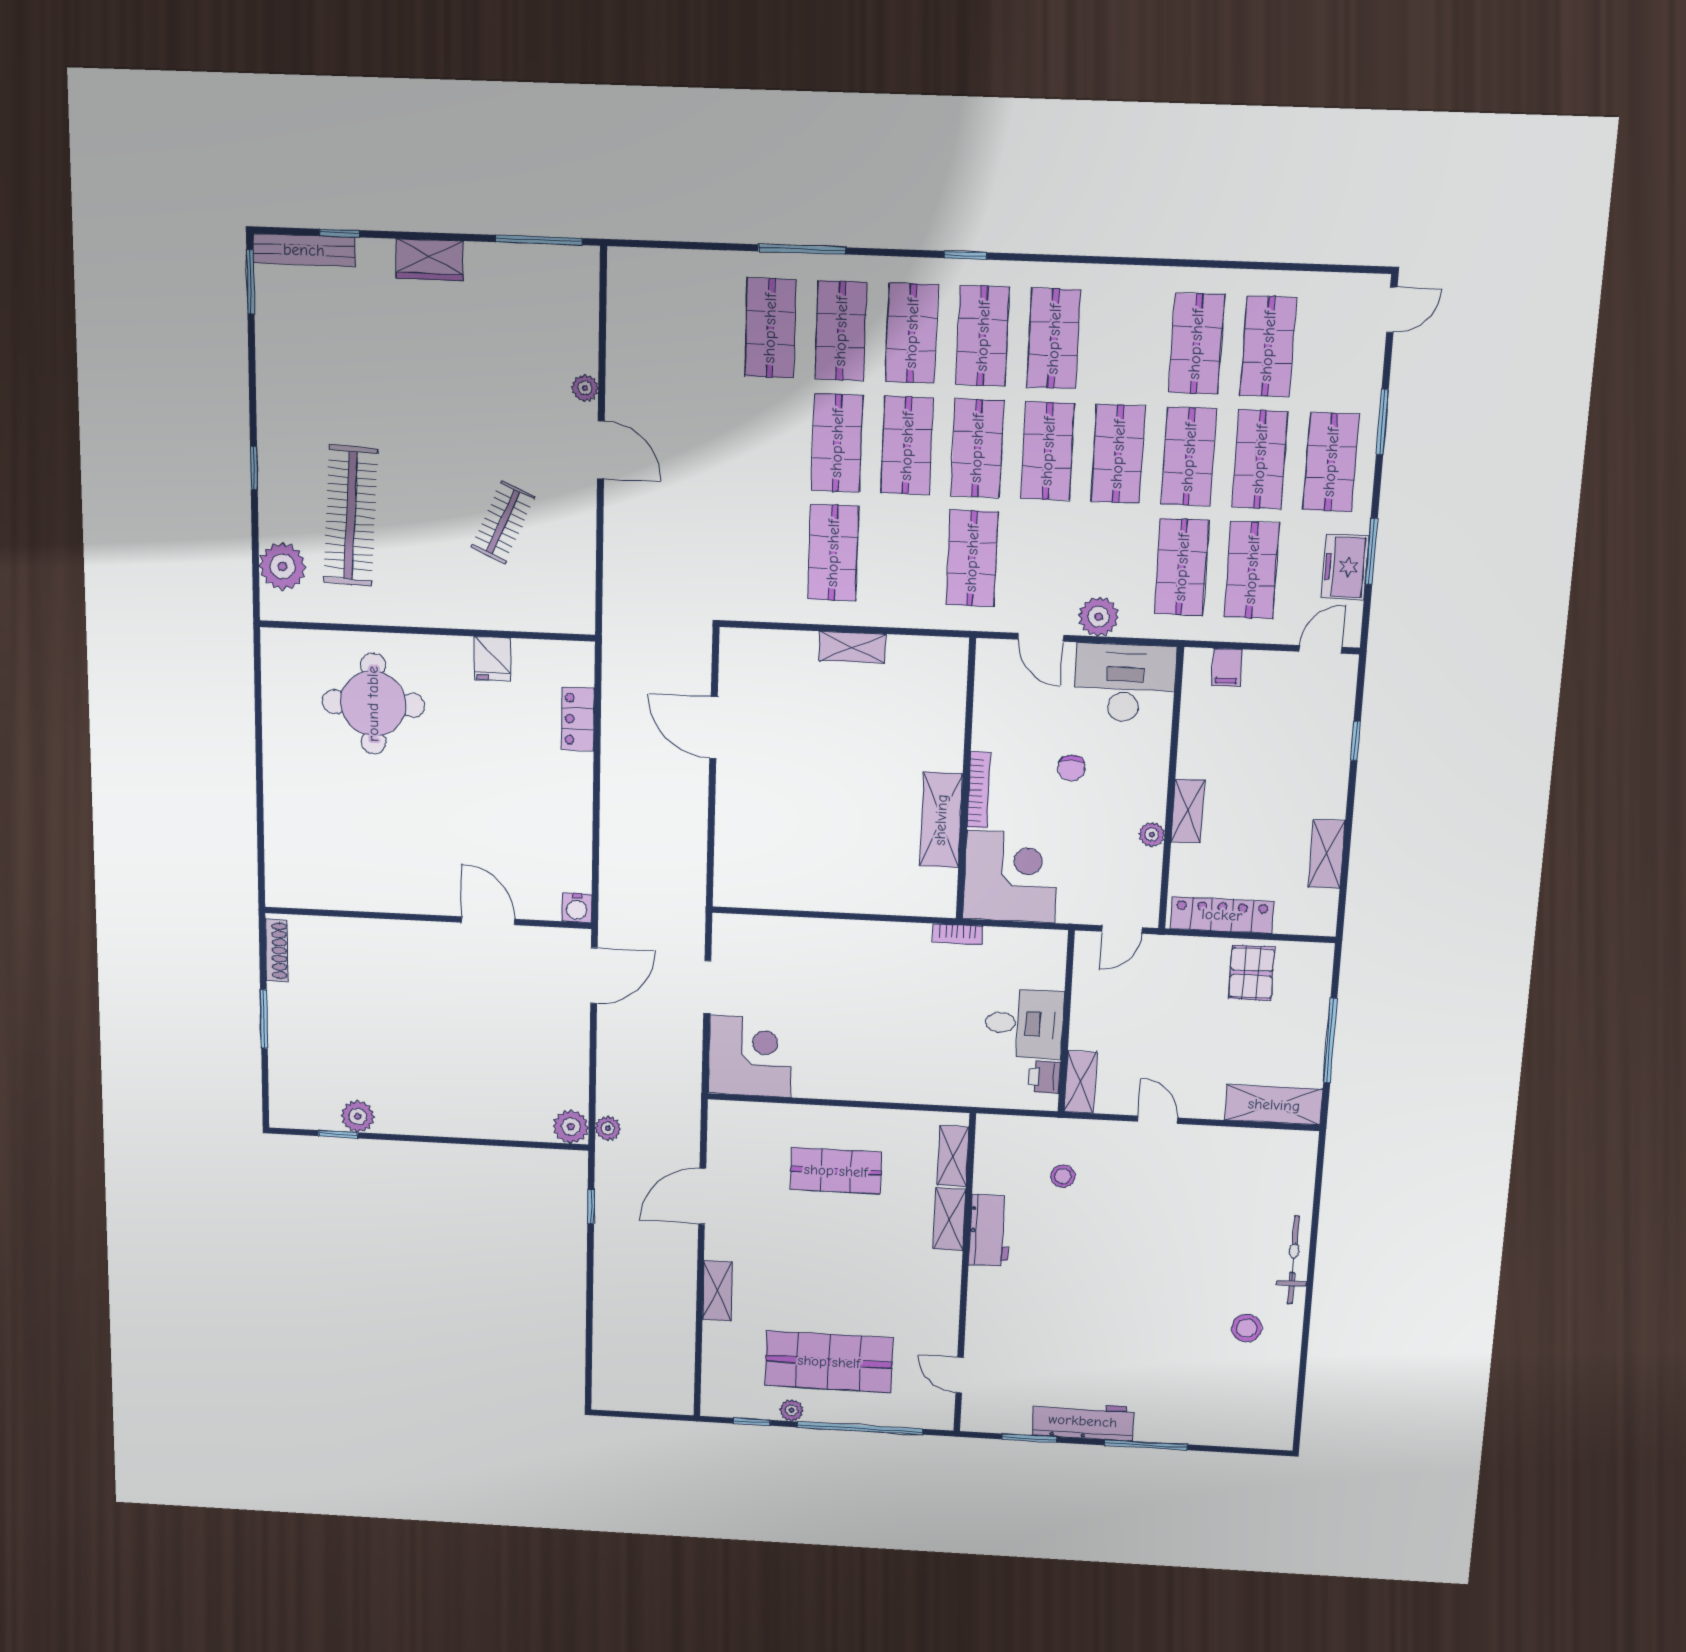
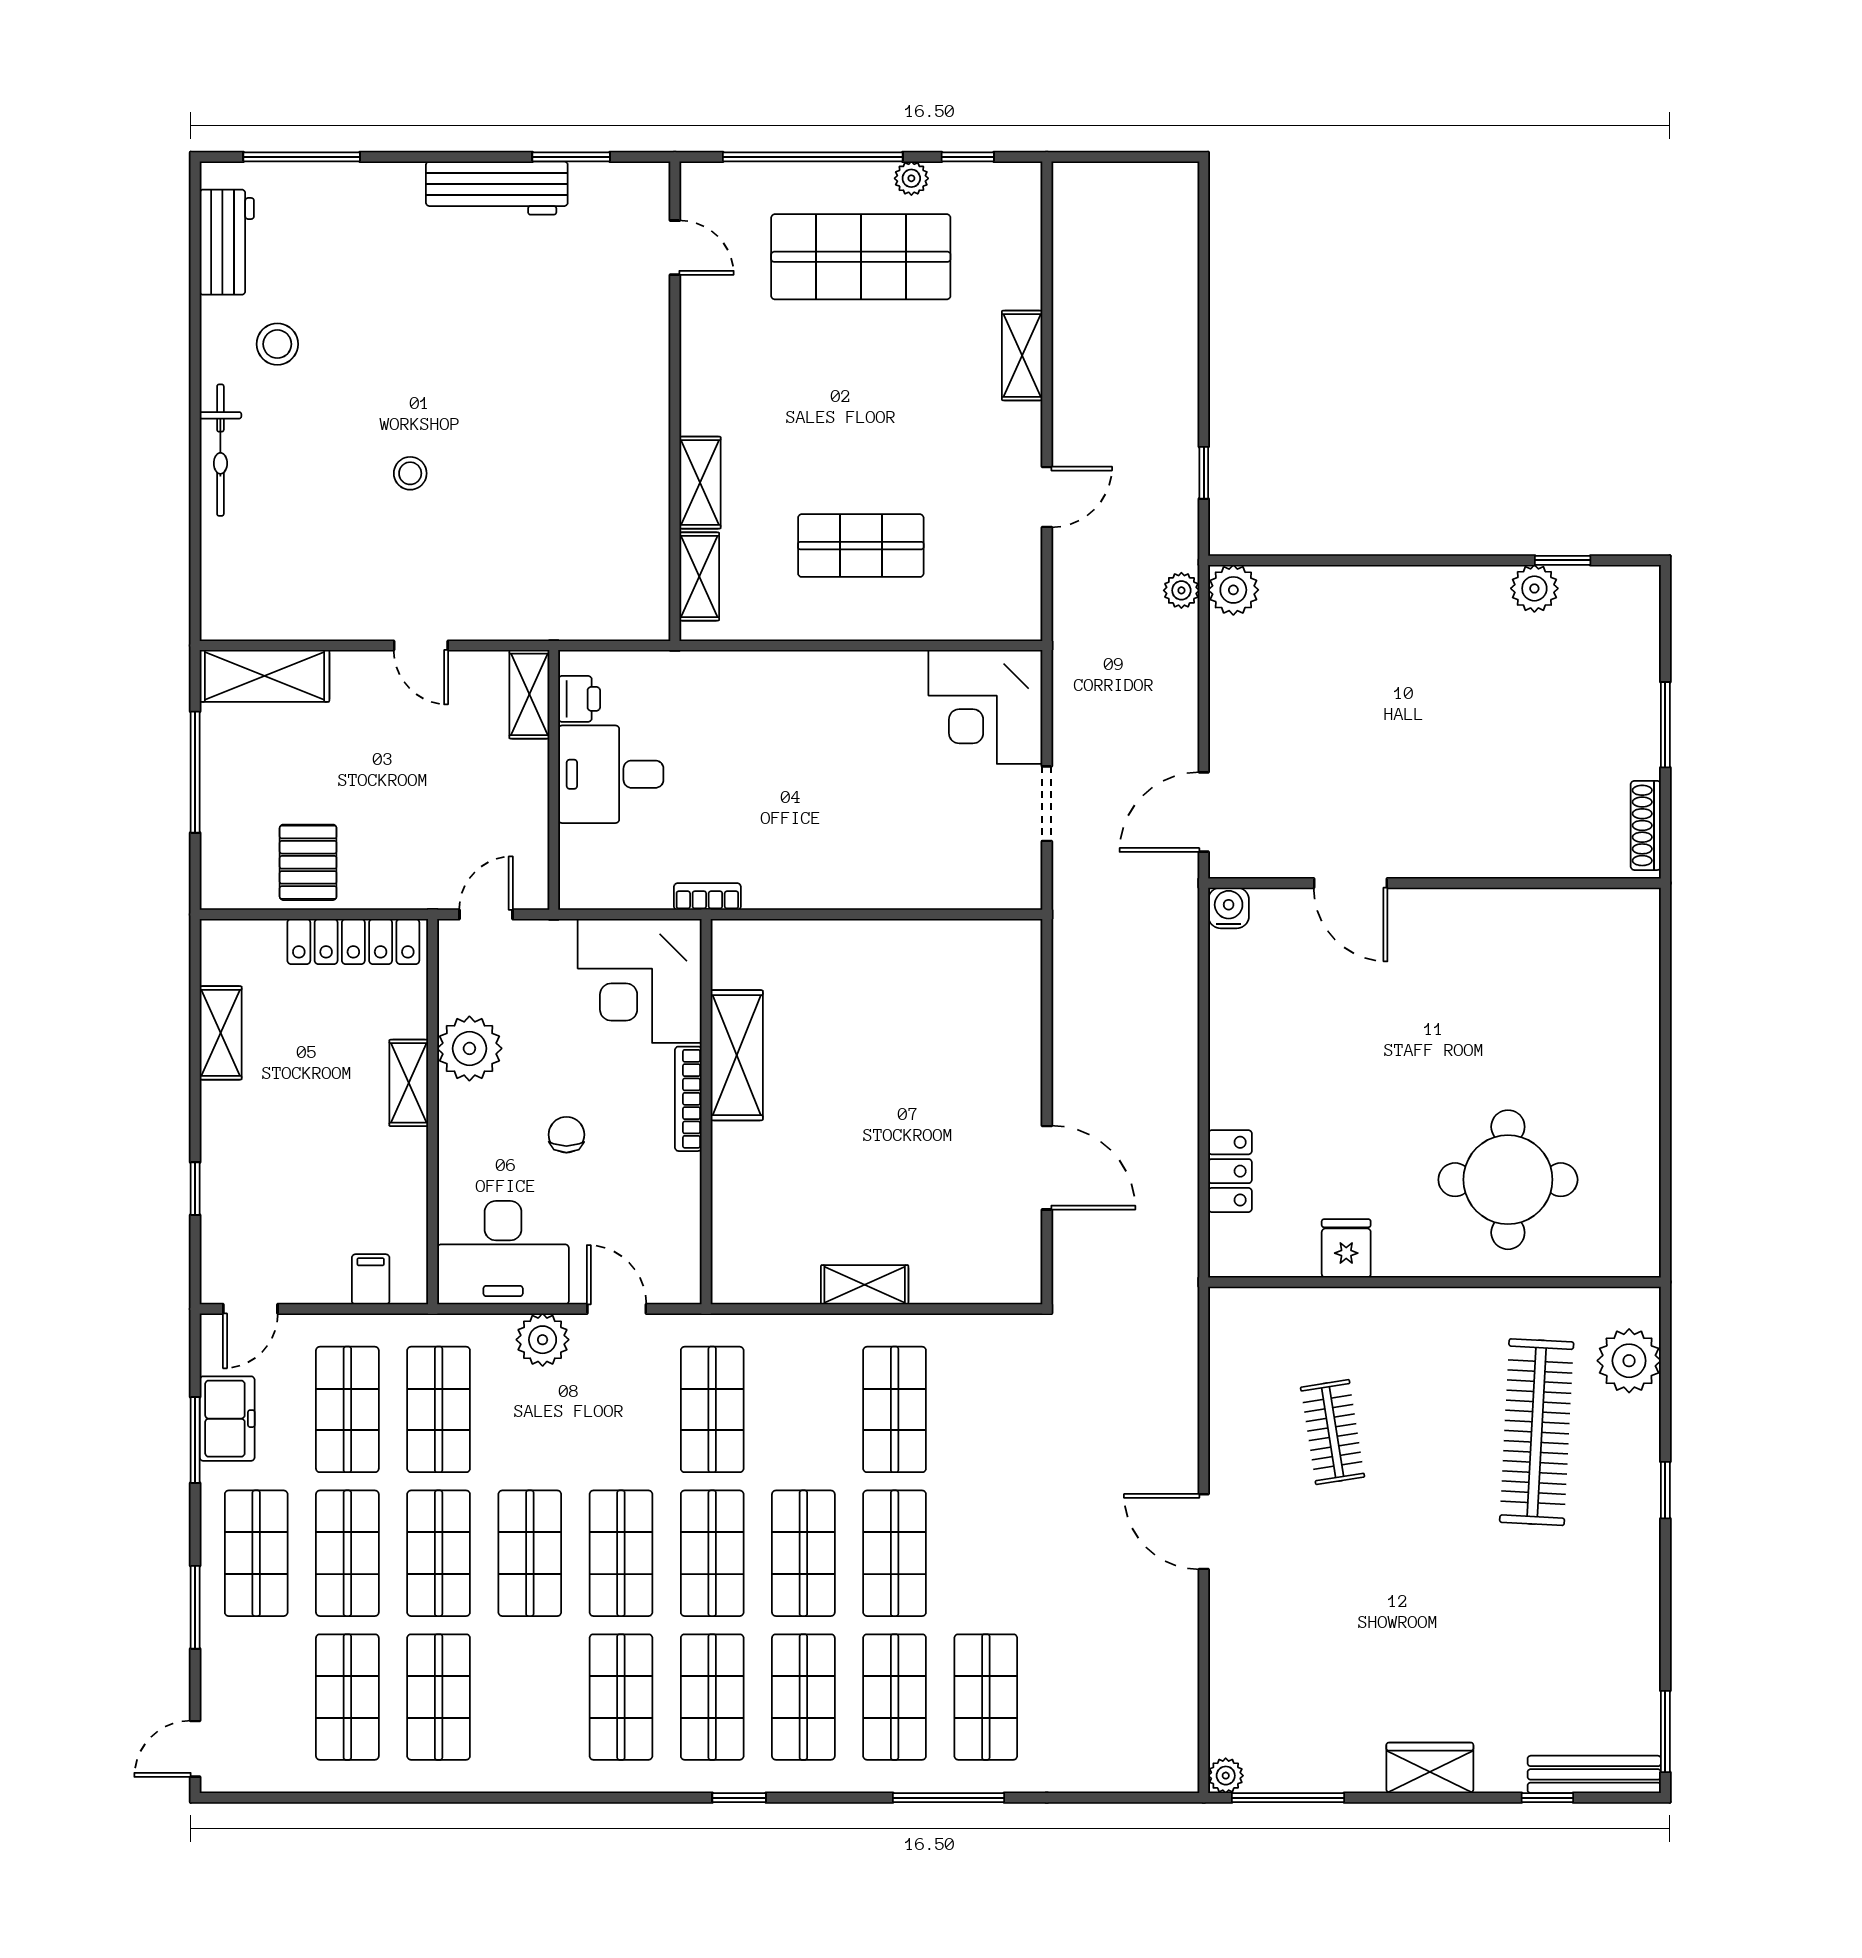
plant: (585, 388) -> (1226, 1776), moved
clothes rail: (503, 522) -> (1333, 1432), turned -33
plant: (1152, 835) -> (469, 1048), width x1.87, depth x1.87
stool: (1063, 1176) -> (410, 473), moved
door: (702, 1196) -> (1047, 497), width x0.73
workbench: (990, 1231) -> (227, 242), moved, turned 180
window: (1146, 1445) -> (302, 157), moved

